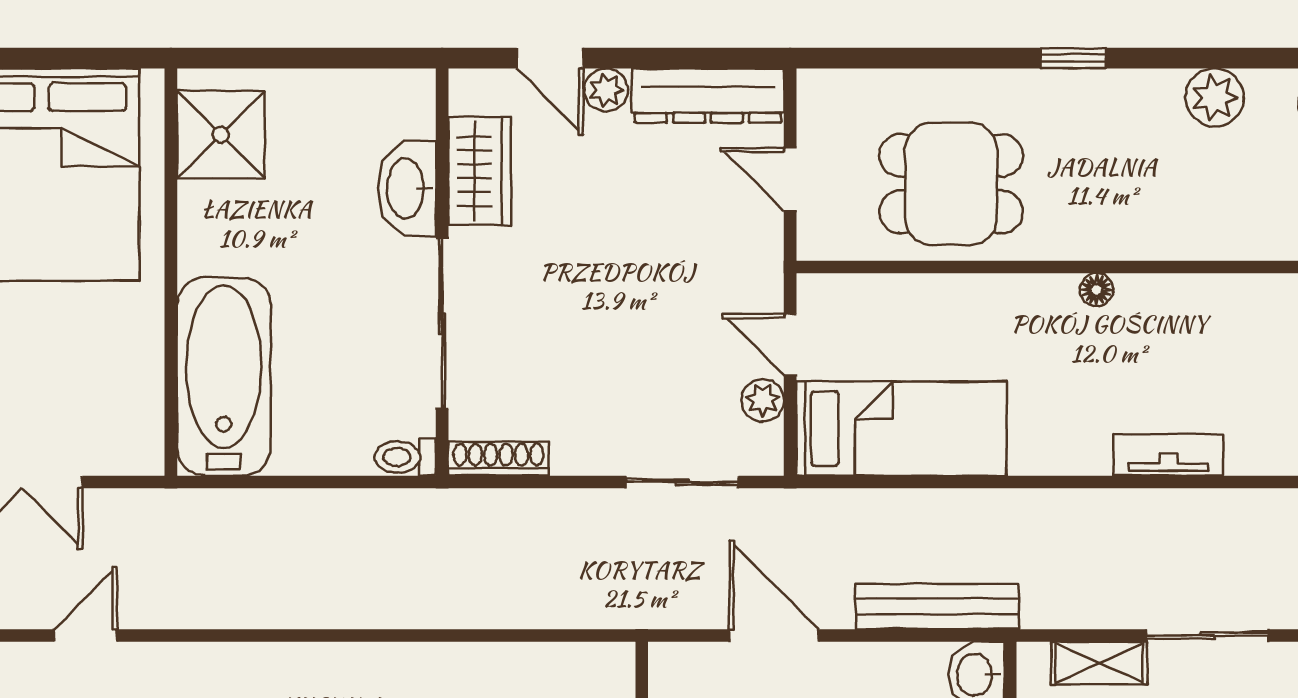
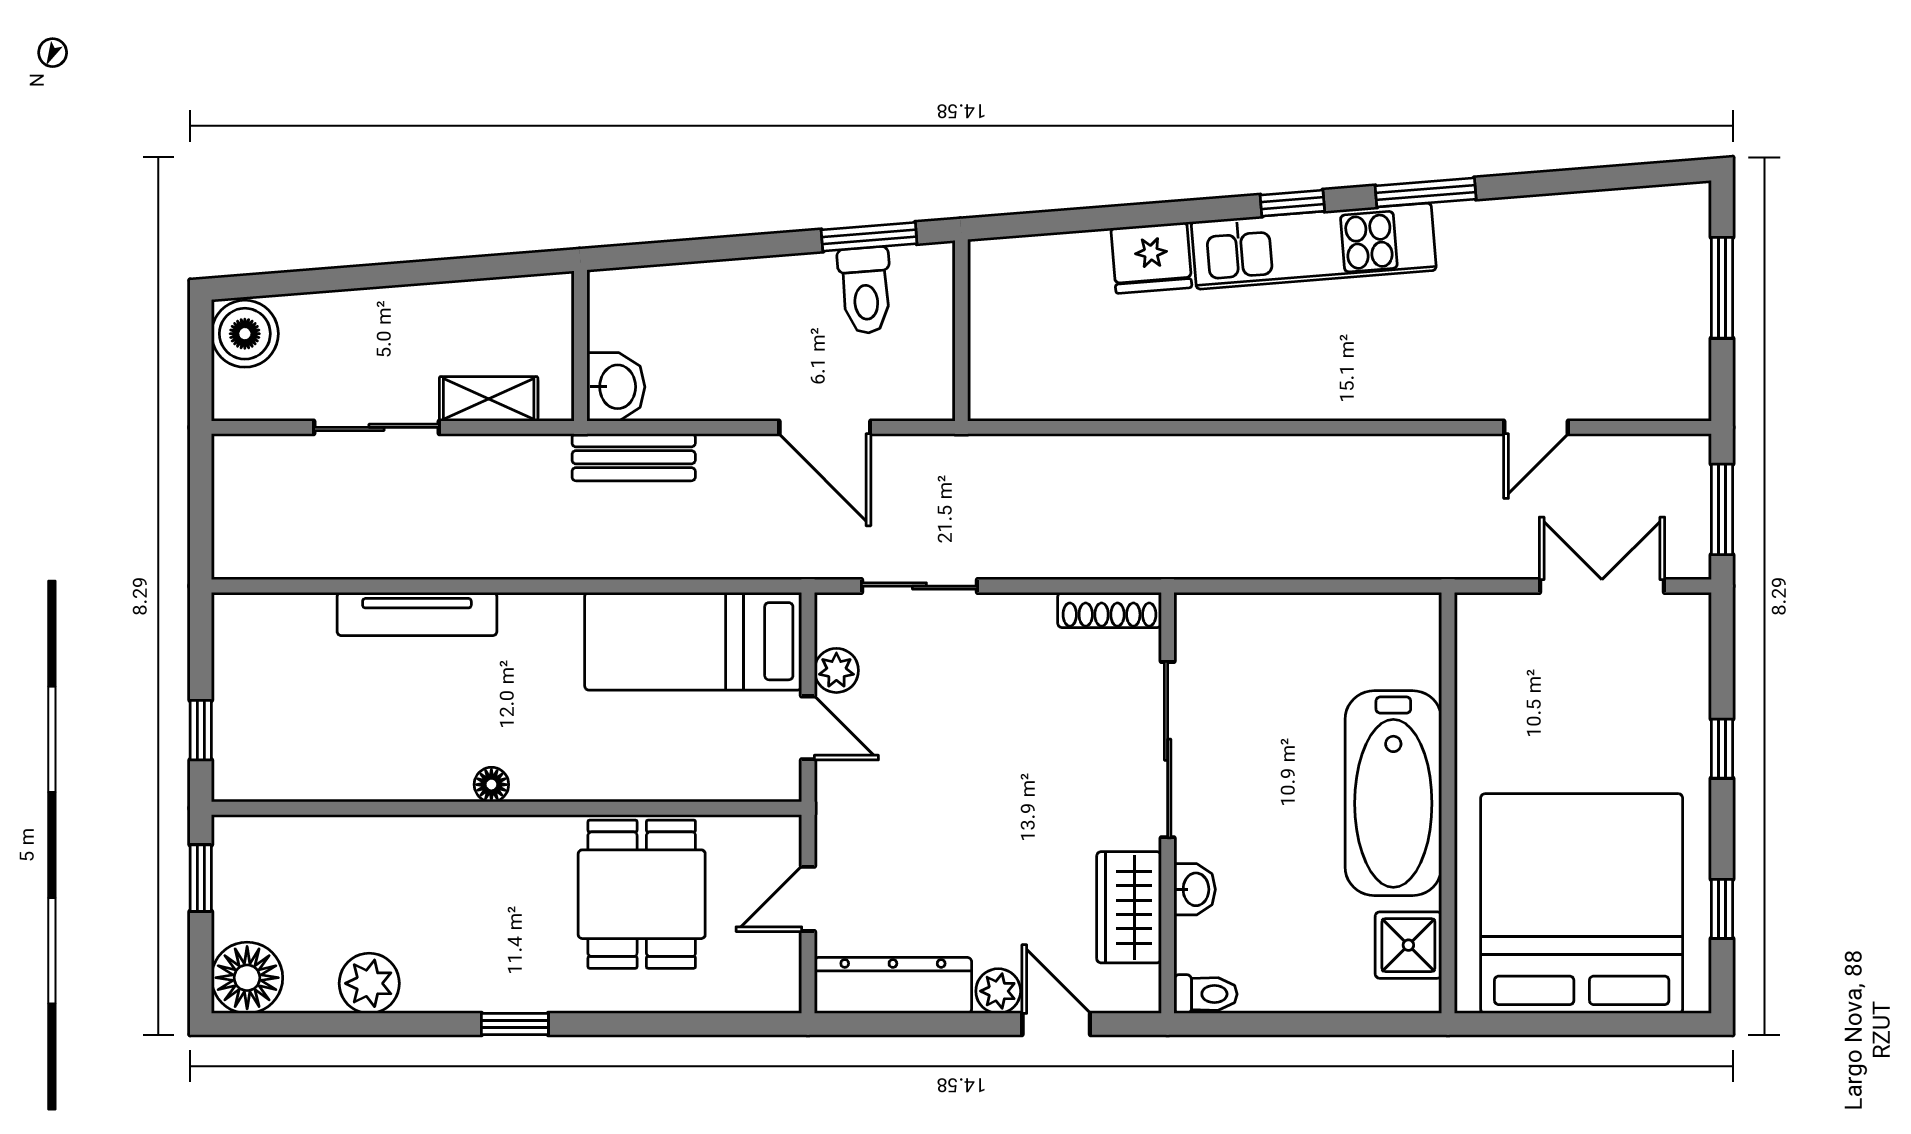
shower: (221, 134) -> (1408, 945), width x0.73, depth x0.73
door: (790, 179) -> (808, 899), swing flipped
dining table: (951, 184) -> (642, 894), turned 90
washbasin: (407, 188) -> (1195, 889), width x0.52, depth x0.69
bathtub: (224, 377) -> (1393, 793), moved
tv unit: (1169, 455) -> (417, 614), width x1.41
toilet: (405, 457) -> (1206, 994), moved
bench: (937, 607) -> (634, 457), width x0.73

